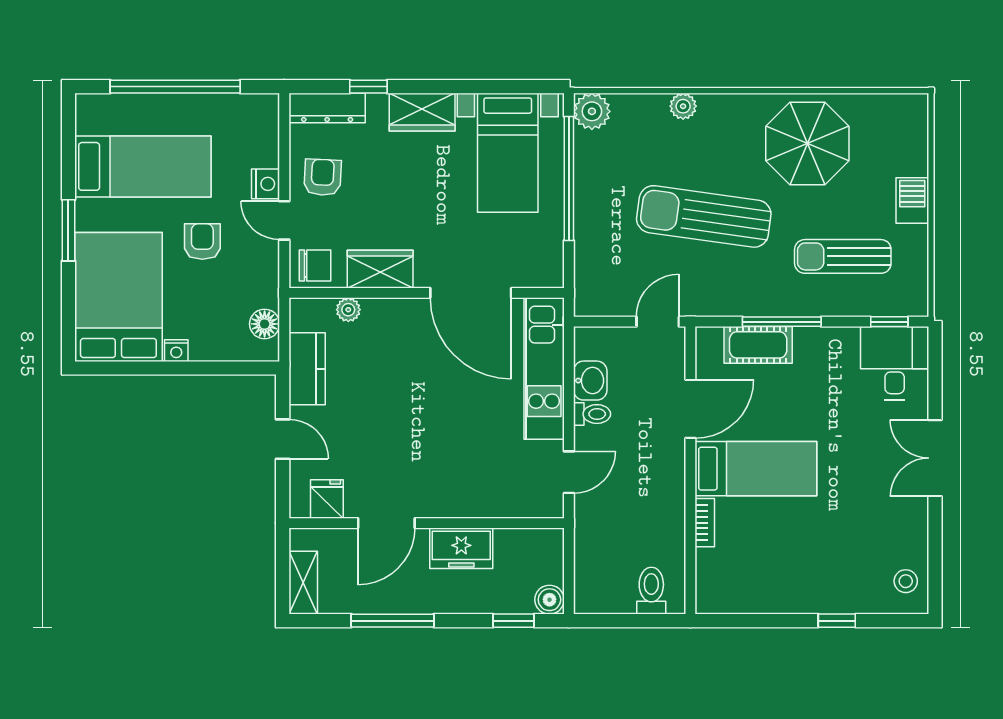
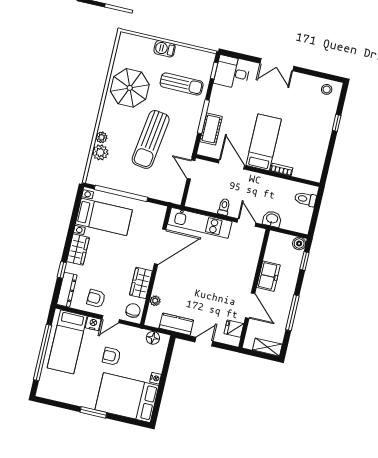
plant: (592, 111) -> (100, 152), moved
bed: (143, 166) -> (67, 342), moved, turned 180
sun lounger: (843, 256) -> (182, 84), turned -90
washbasin: (590, 381) -> (272, 219), moved

